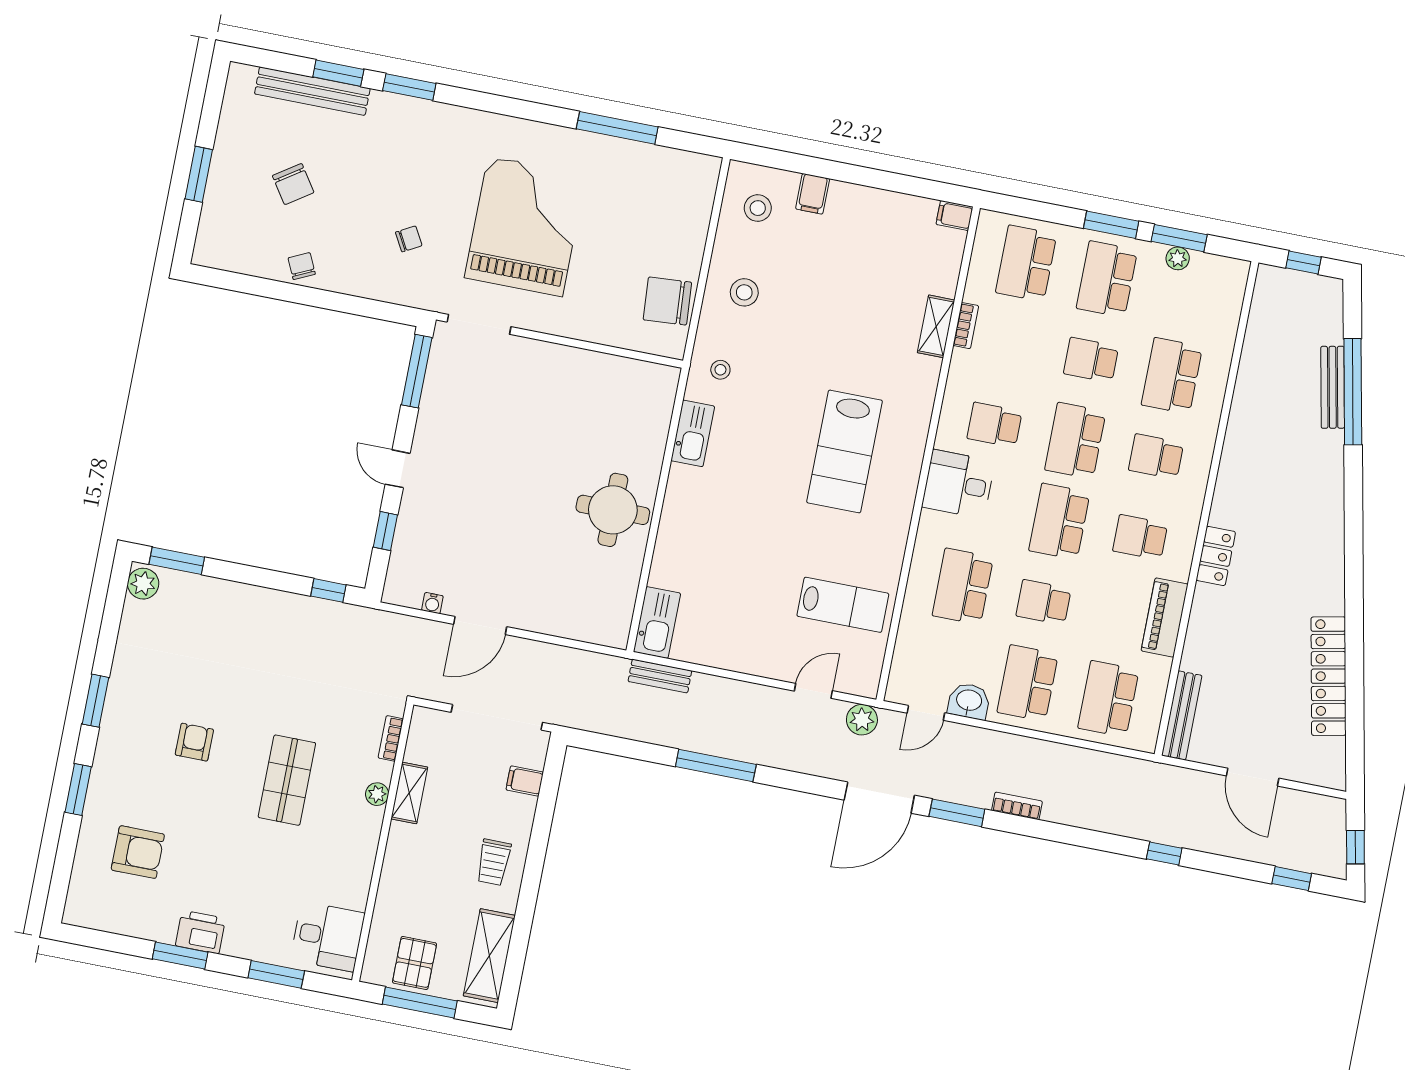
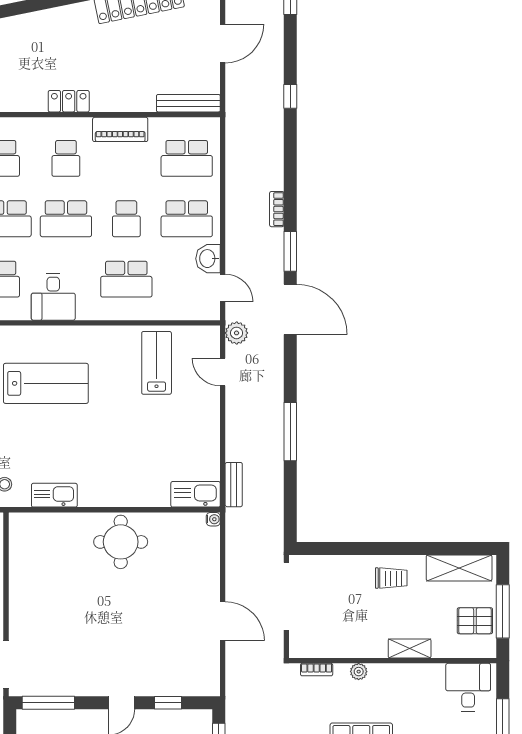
water cooler: (432, 603) -> (213, 519), moved
filing cabinet: (525, 781) -> (328, 567), removed
shelving: (409, 793) -> (410, 648), moved

